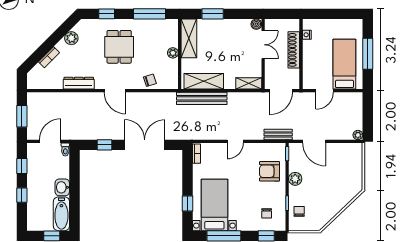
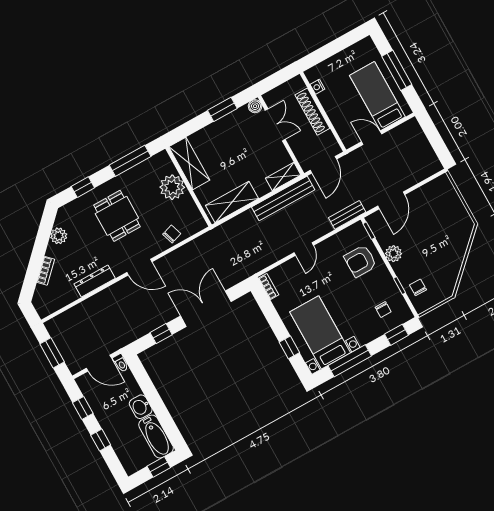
window: (213, 14) -> (222, 109), moved
plant: (173, 53) -> (172, 187), width x1.88, depth x1.88
door: (325, 91) -> (372, 138), swing flipped
bench: (202, 98) -> (283, 198), moved
plant: (358, 135) -> (436, 166), removed
door: (50, 141) -> (99, 363), swing flipped
door: (314, 141) -> (391, 200), hinge flipped

